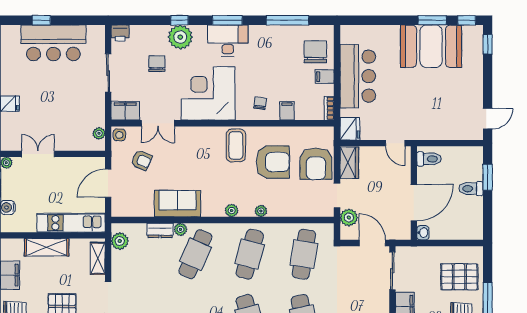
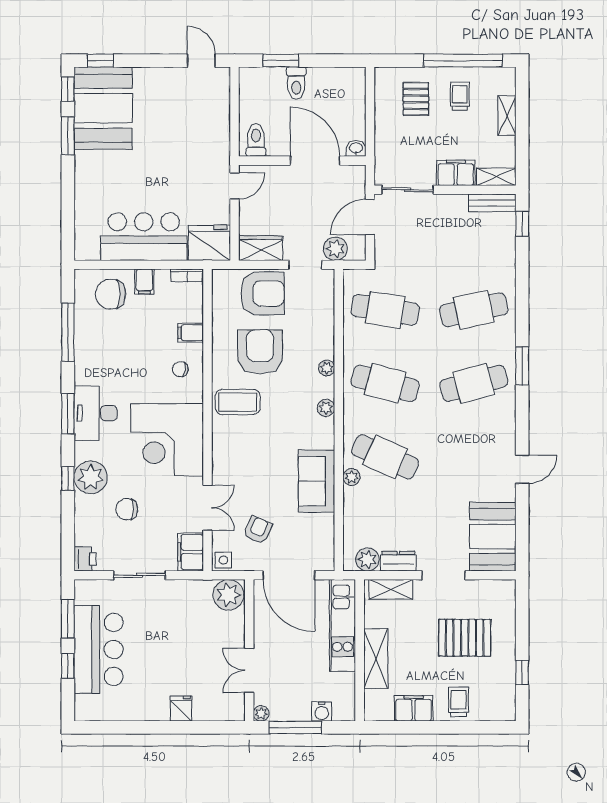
window: (76, 20) -> (68, 619), added
booth: (431, 46) -> (103, 108), moved
fridge: (350, 129) -> (209, 243), width x1.36, depth x1.34
plant: (99, 133) -> (228, 595), width x1.87, depth x1.87
door: (108, 183) -> (289, 575), width x1.36
dresser: (160, 230) -> (398, 561), moved, turned -90
pallet: (459, 277) -> (416, 99), width x0.67, depth x0.71

